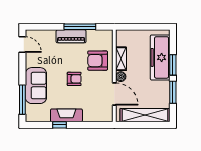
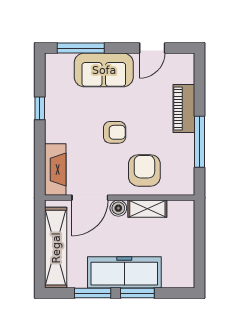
piano: (71, 36) -> (184, 108), moved
door: (22, 45) -> (152, 48), moved
freezer: (160, 57) -> (124, 272), moved
armchair: (74, 79) -> (115, 132), turned -90
fireplace: (66, 115) -> (55, 169), moved

